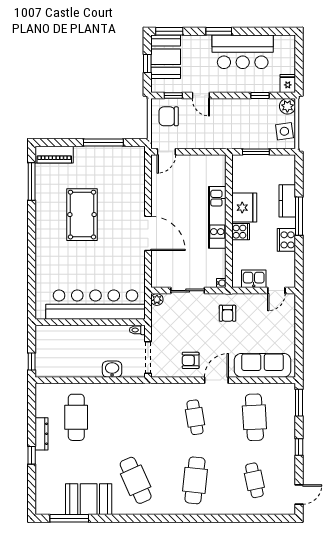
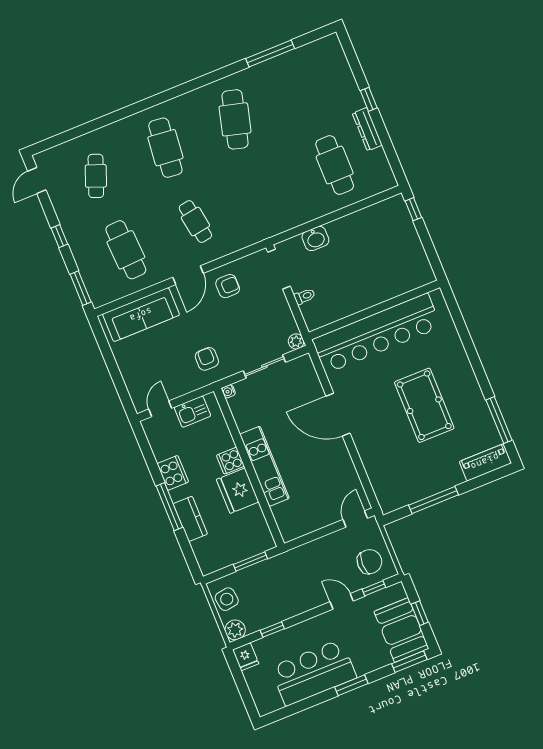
bar counter: (96, 305) -> (377, 333), moved
wall: (90, 322) -> (374, 310), moved
cafe table: (136, 480) -> (235, 119), turned 39
cafe table: (254, 480) -> (96, 176), turned 33
booth: (89, 499) -> (281, 75), removed
window: (69, 518) -> (270, 53), moved

